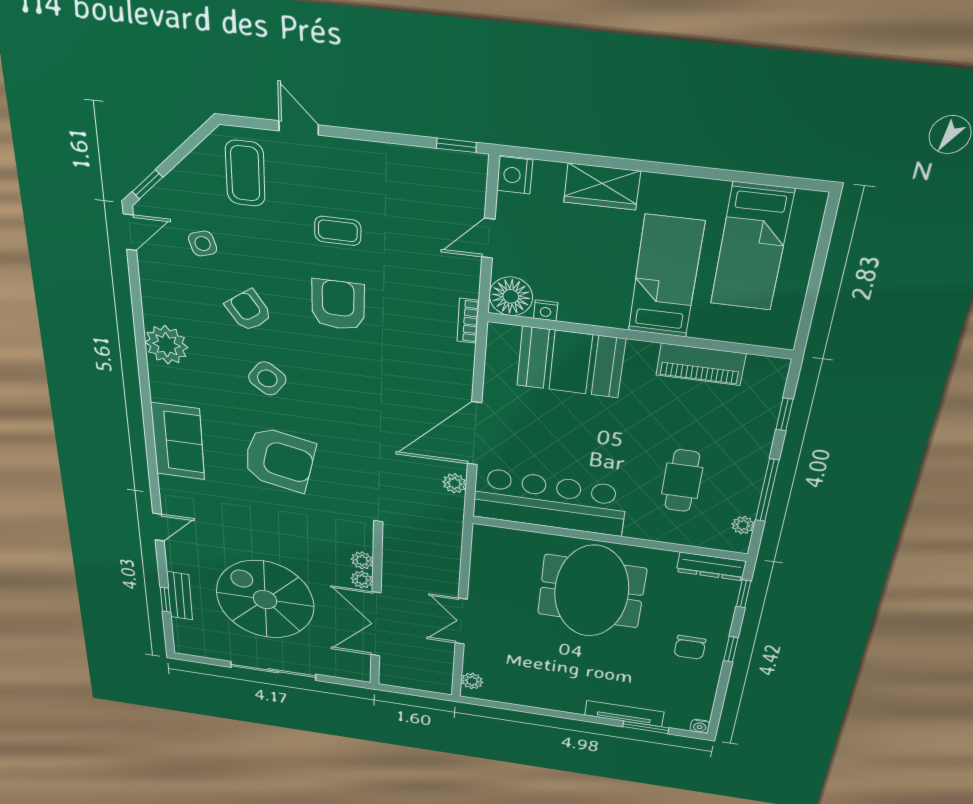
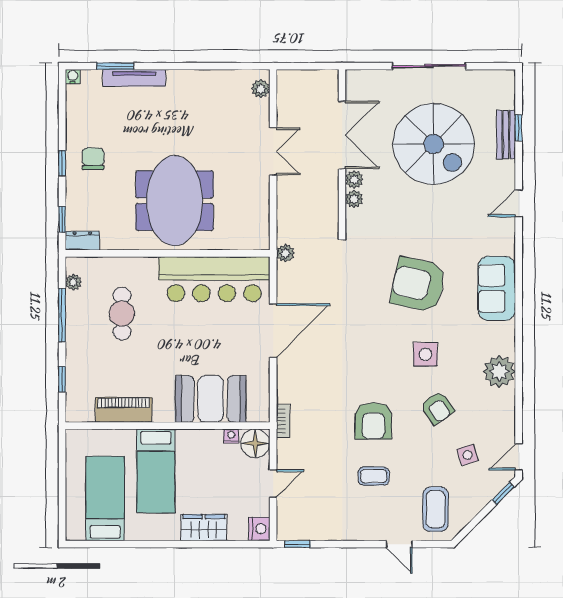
side table: (267, 378) -> (425, 354), turned -36
plant: (455, 483) -> (285, 253), moved
dresser: (711, 566) -> (82, 241), width x0.70

